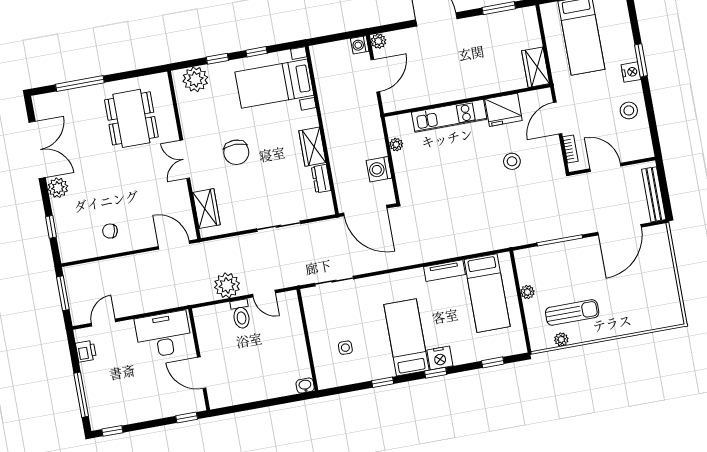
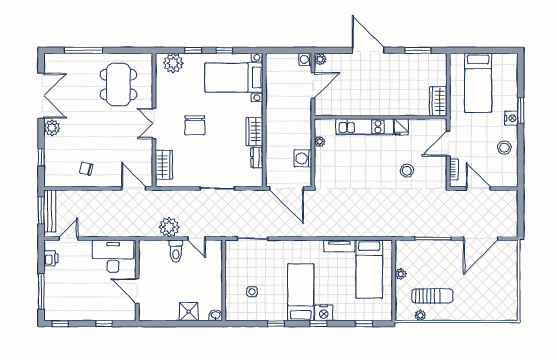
fridge: (503, 110) -> (401, 127), width x0.53, depth x0.75
bench: (654, 194) -> (50, 211), moved
shower: (271, 387) -> (189, 312), added
window: (187, 418) -> (104, 324), moved

